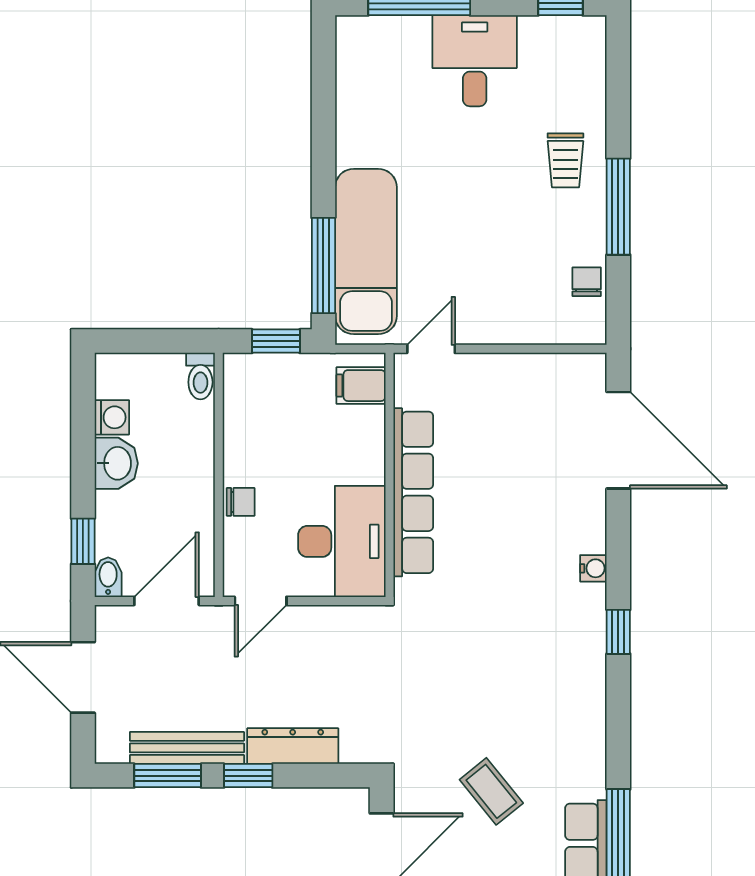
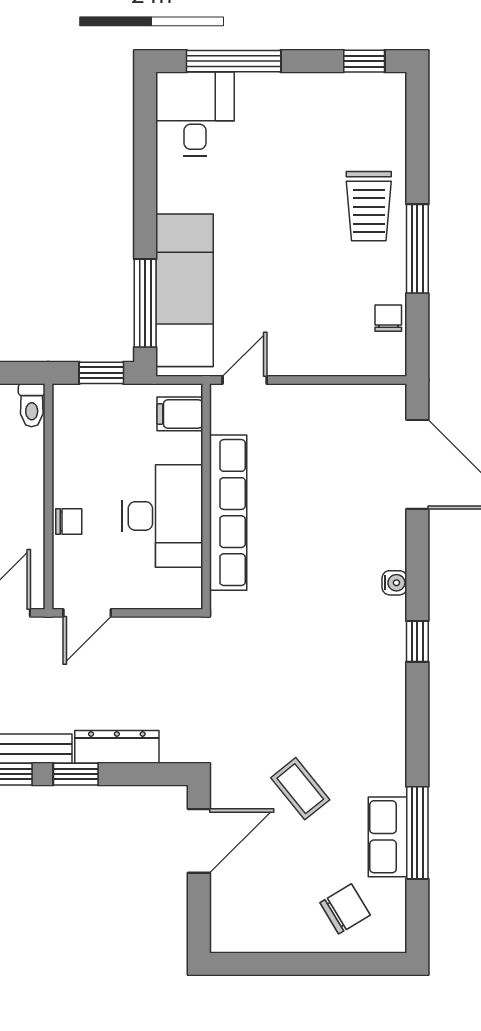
desk: (475, 61) -> (195, 114), moved
trolley: (565, 160) -> (369, 206), width x1.36, depth x1.39
desk: (342, 541) -> (162, 516), moved

